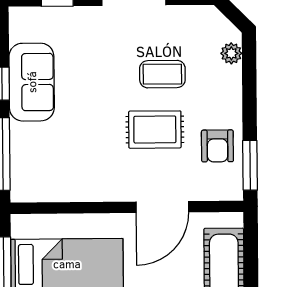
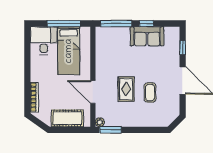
plant: (231, 53) -> (100, 122), moved
armchair: (217, 146) -> (119, 116), removed

